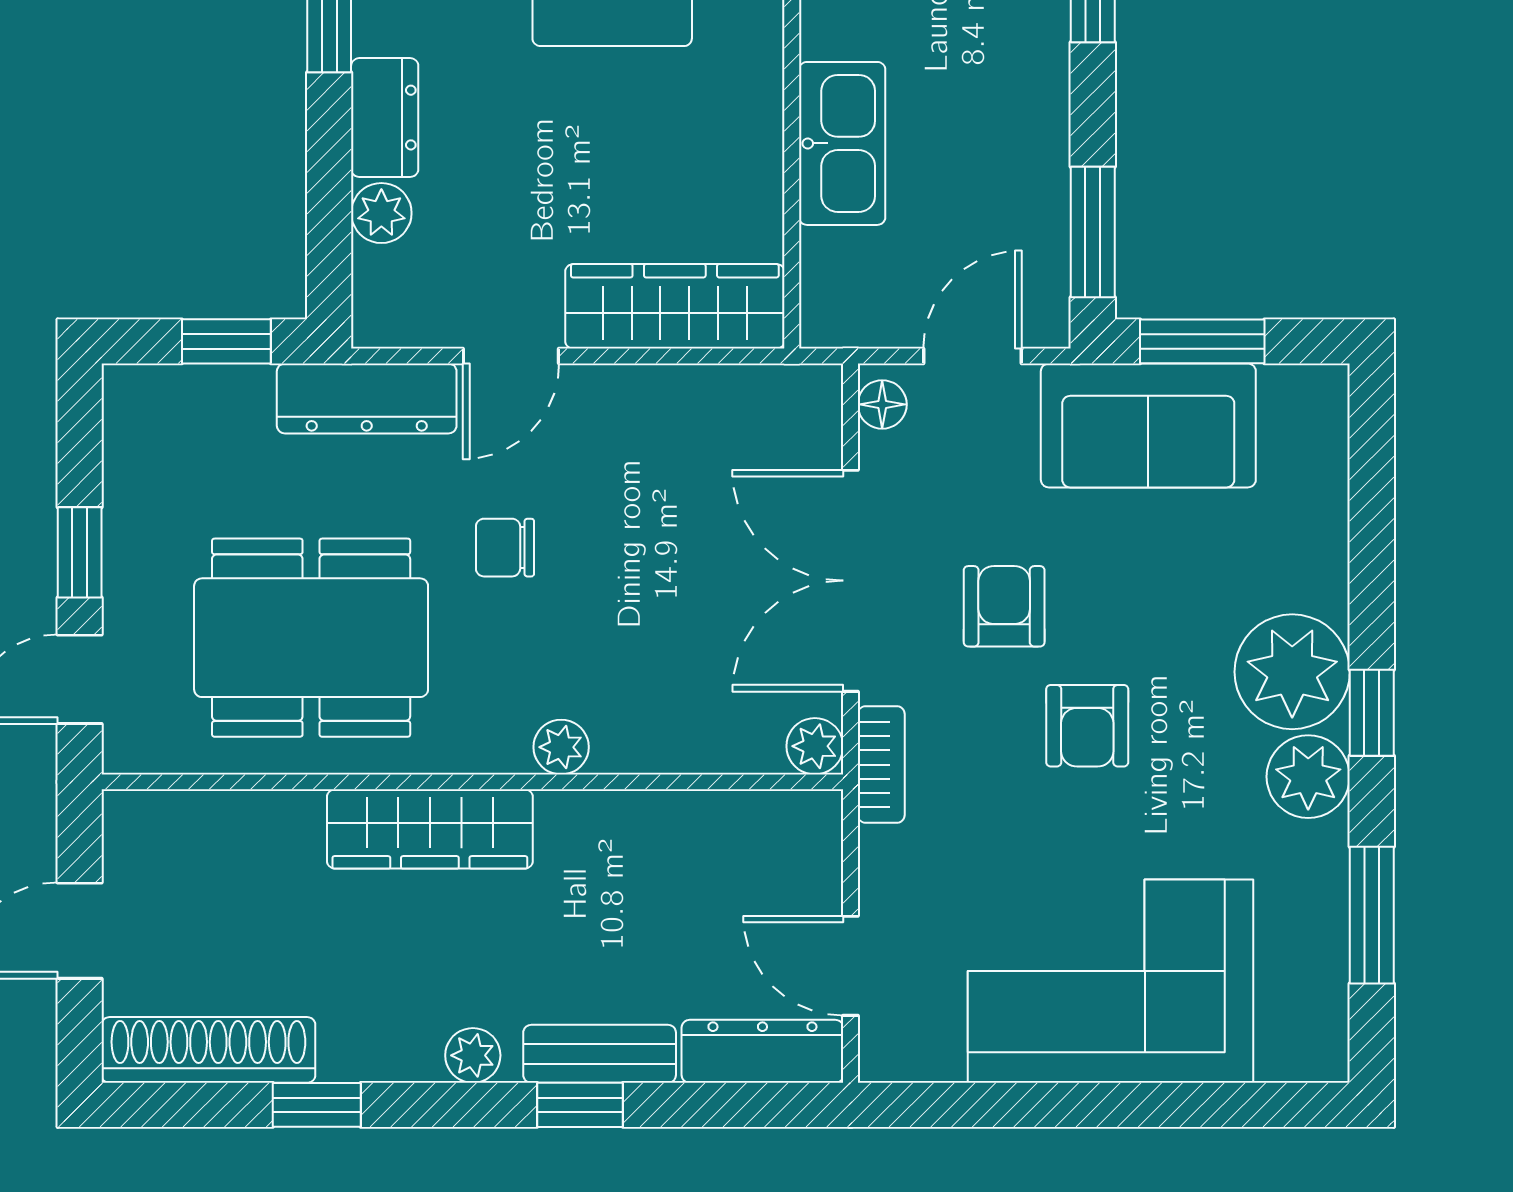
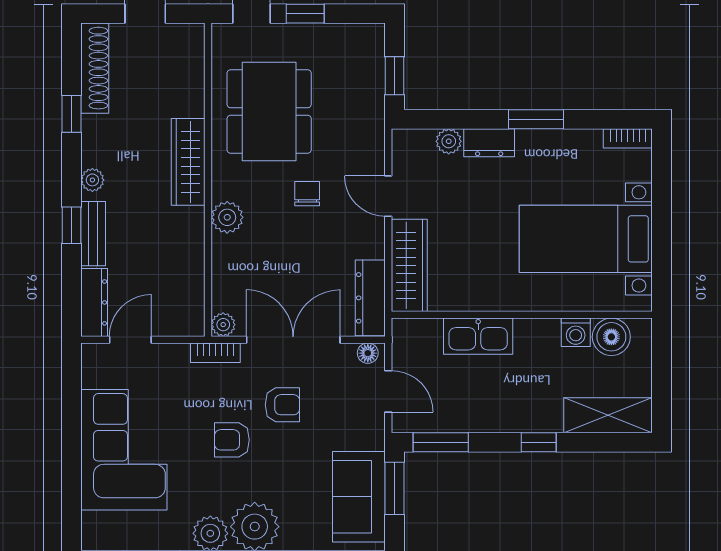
dresser: (367, 398) -> (370, 298), moved
sofa: (1148, 425) -> (359, 497), moved
plant: (561, 747) -> (227, 217), width x1.38, depth x1.38

